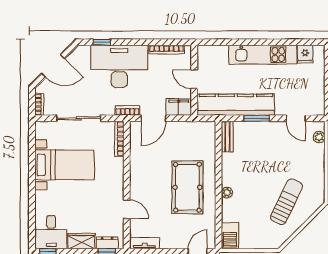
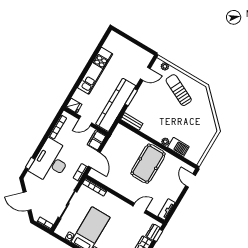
fridge: (305, 54) -> (74, 106), moved
door: (53, 66) -> (27, 201), swing flipped
pool table: (187, 187) -> (148, 164), turned 90
sun lounger: (287, 202) -> (179, 90), moved
barbecue: (230, 236) -> (178, 147), moved

